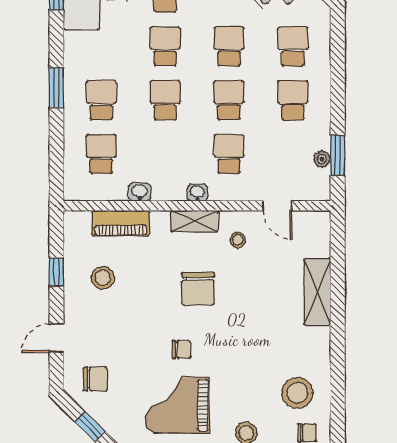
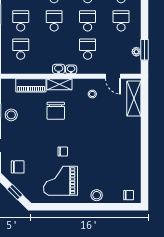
washbasin: (140, 192) -> (59, 69), moved
shelving: (194, 221) -> (59, 84), moved
stool: (103, 278) -> (11, 115), moved
chair: (198, 289) -> (56, 111), moved
shelving: (317, 292) -> (134, 99), moved
stool: (297, 393) -> (123, 174), removed

